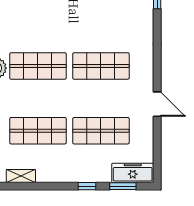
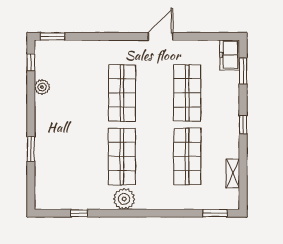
freezer: (133, 173) -> (230, 55), width x0.71
window: (87, 186) -> (243, 125), moved

